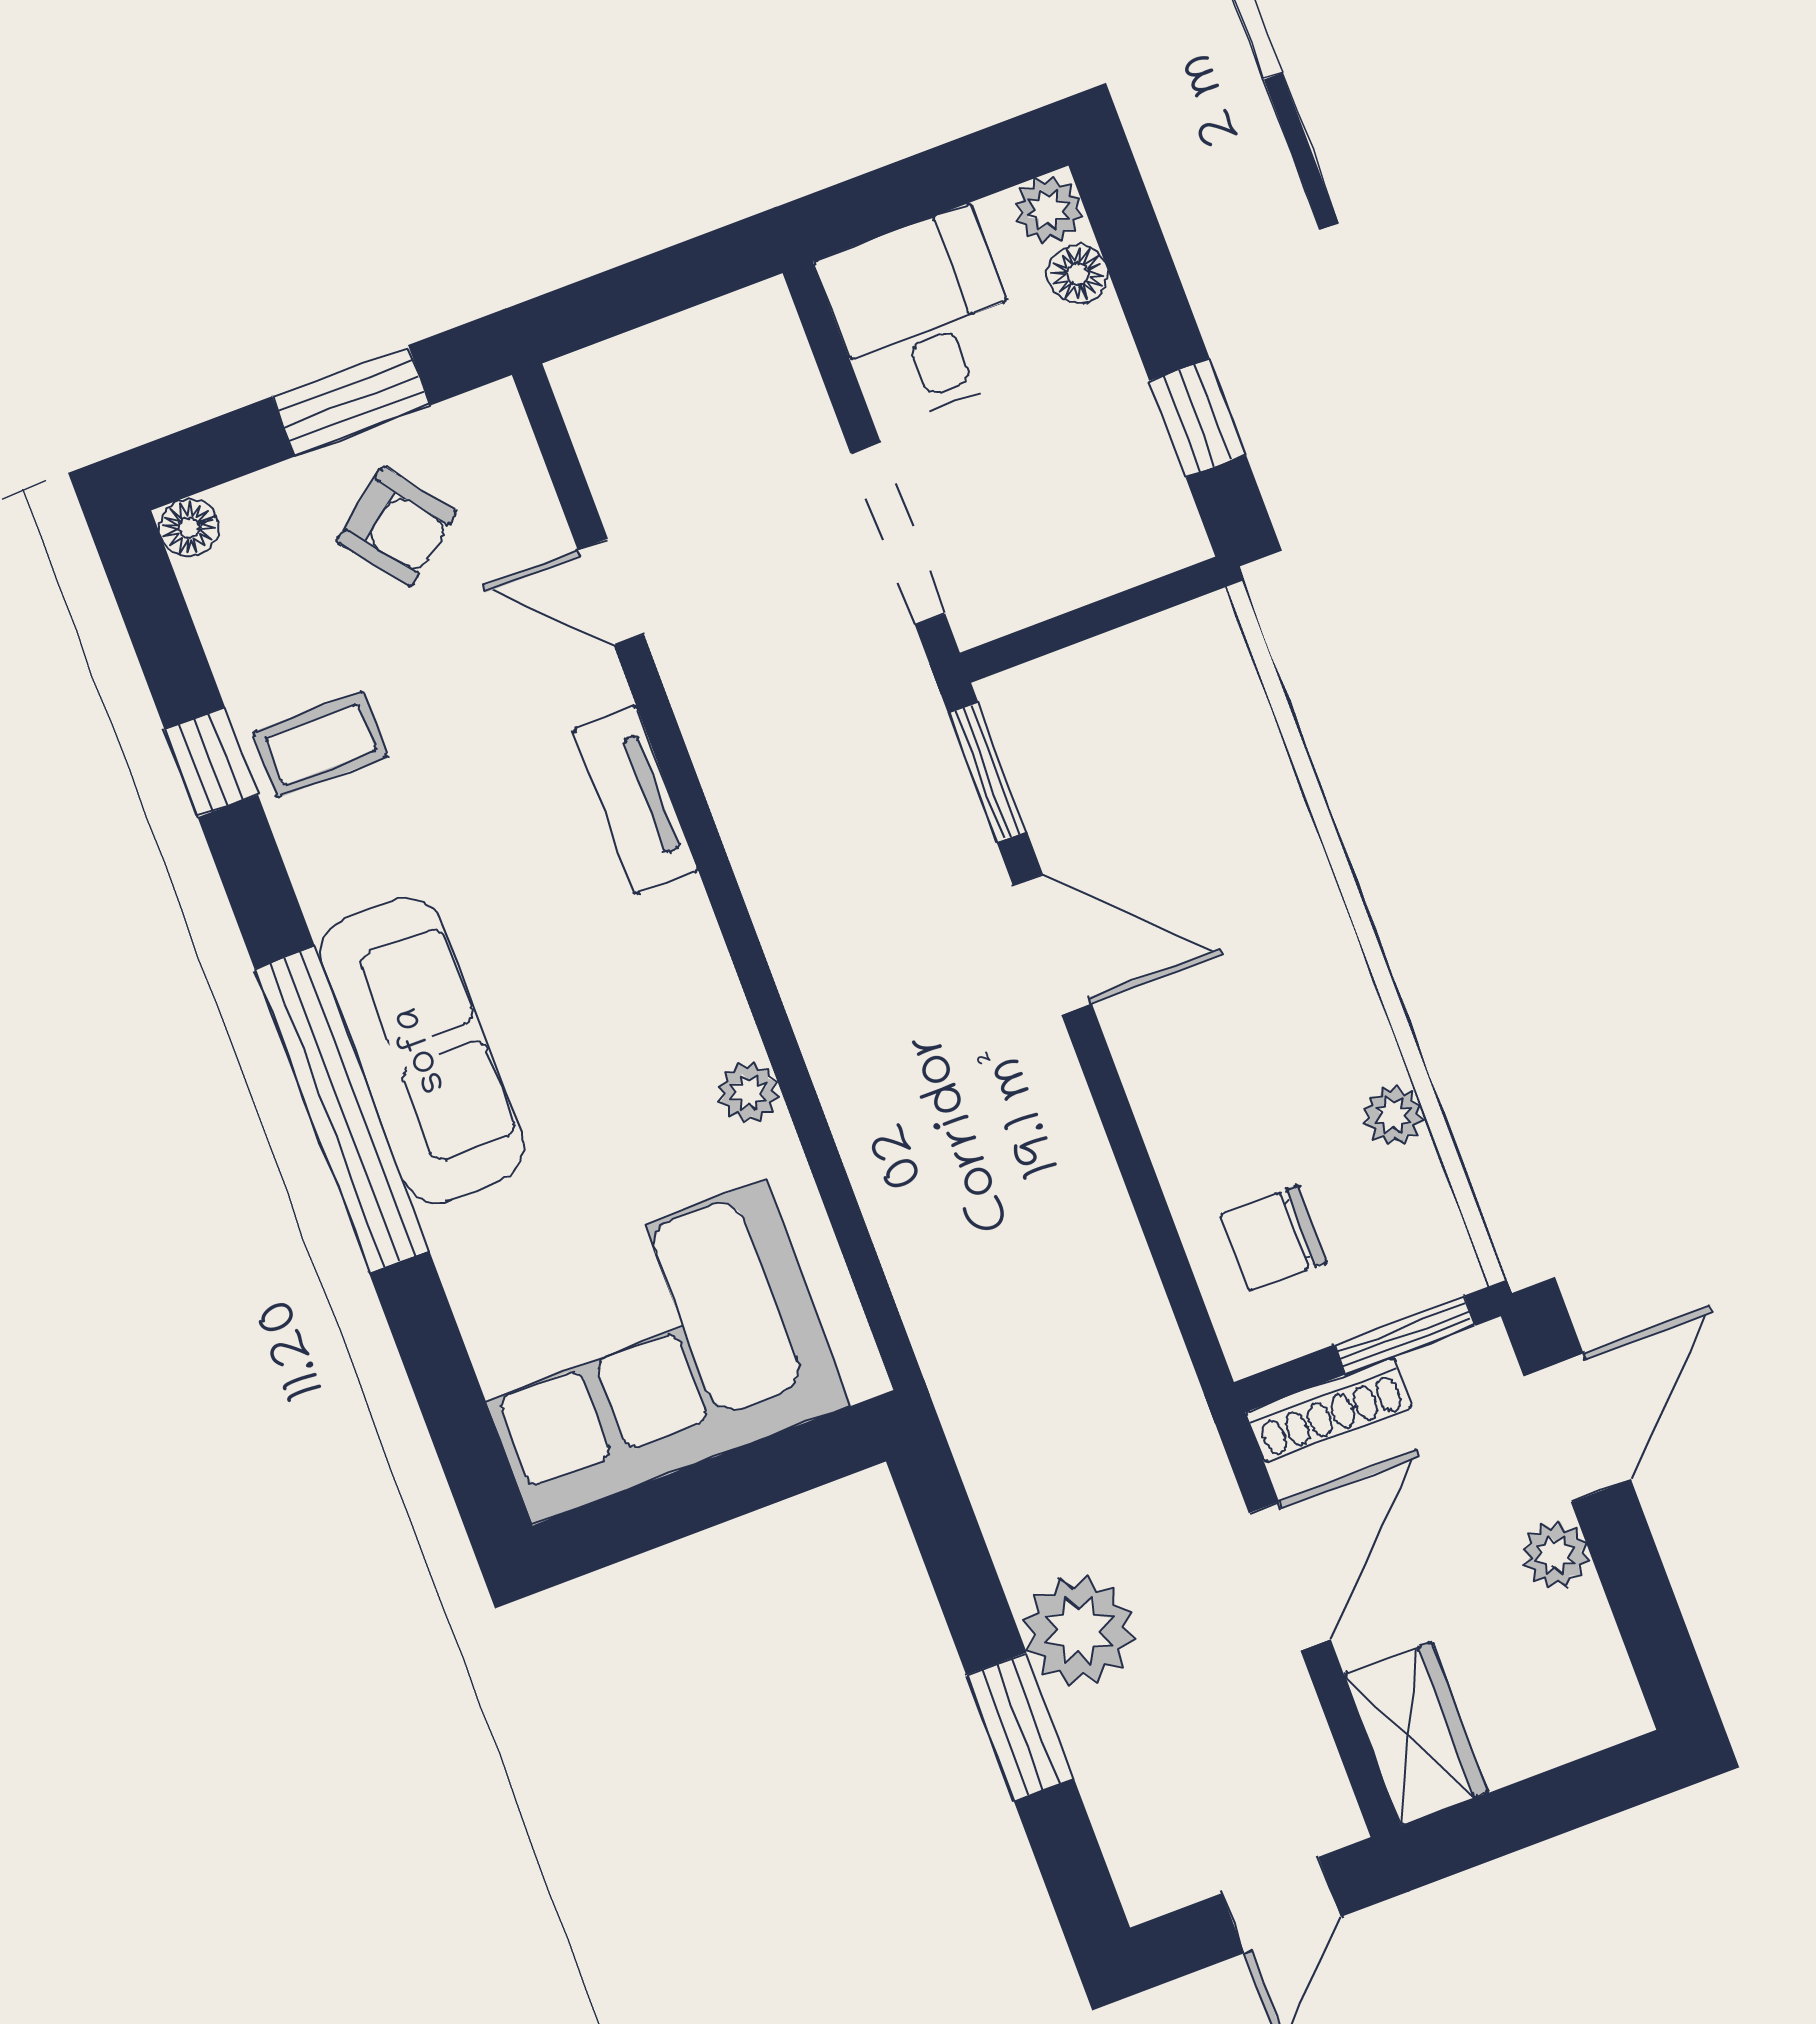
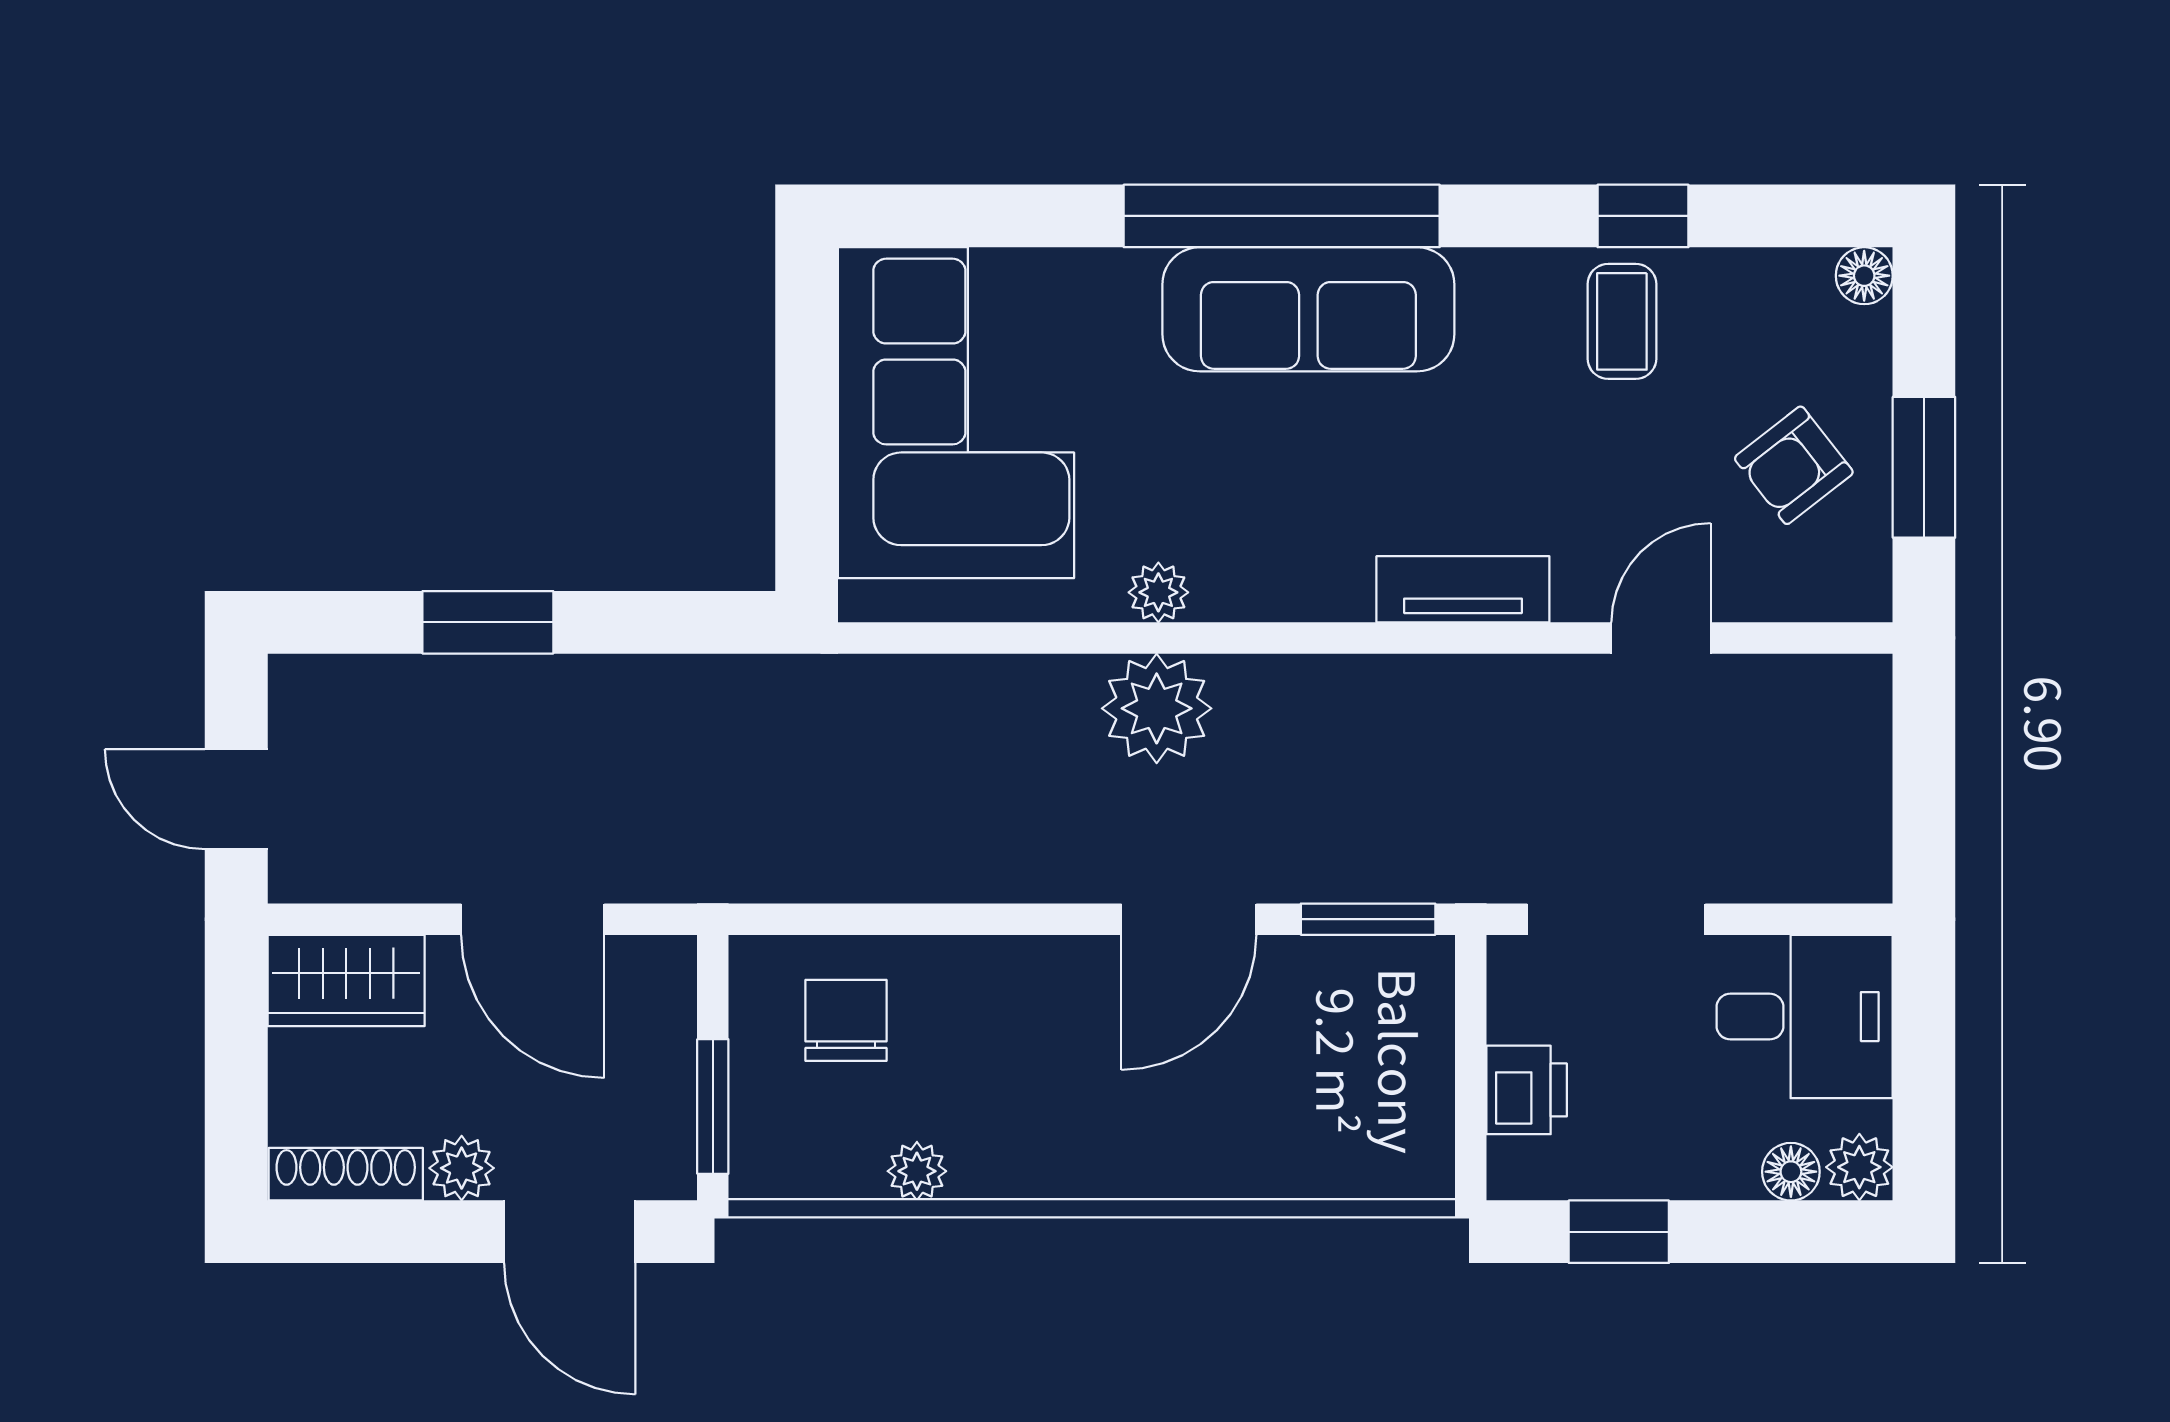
printer: (1094, 558) -> (1527, 1090), added
shoe rack: (1329, 1410) -> (346, 1174), moved, turned 90
plant: (1079, 1631) -> (1157, 708), moved

